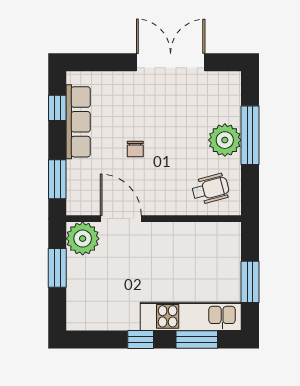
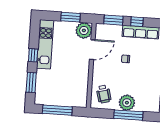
window: (57, 108) -> (137, 22), moved
window: (250, 282) -> (57, 110), width x1.44
kitchen unit: (191, 316) -> (45, 44), moved

